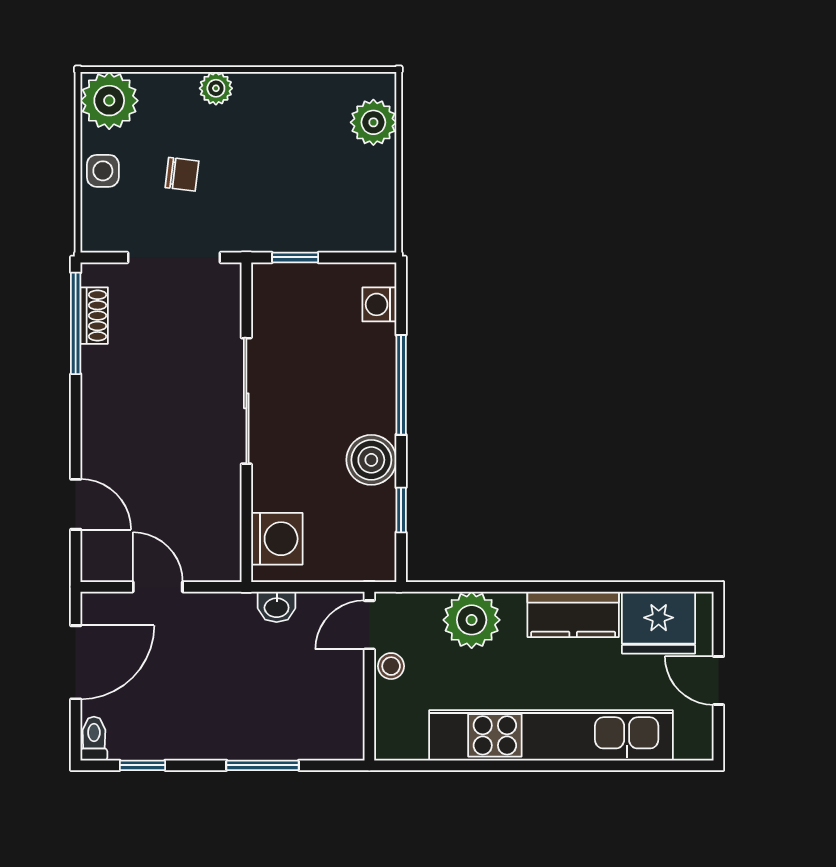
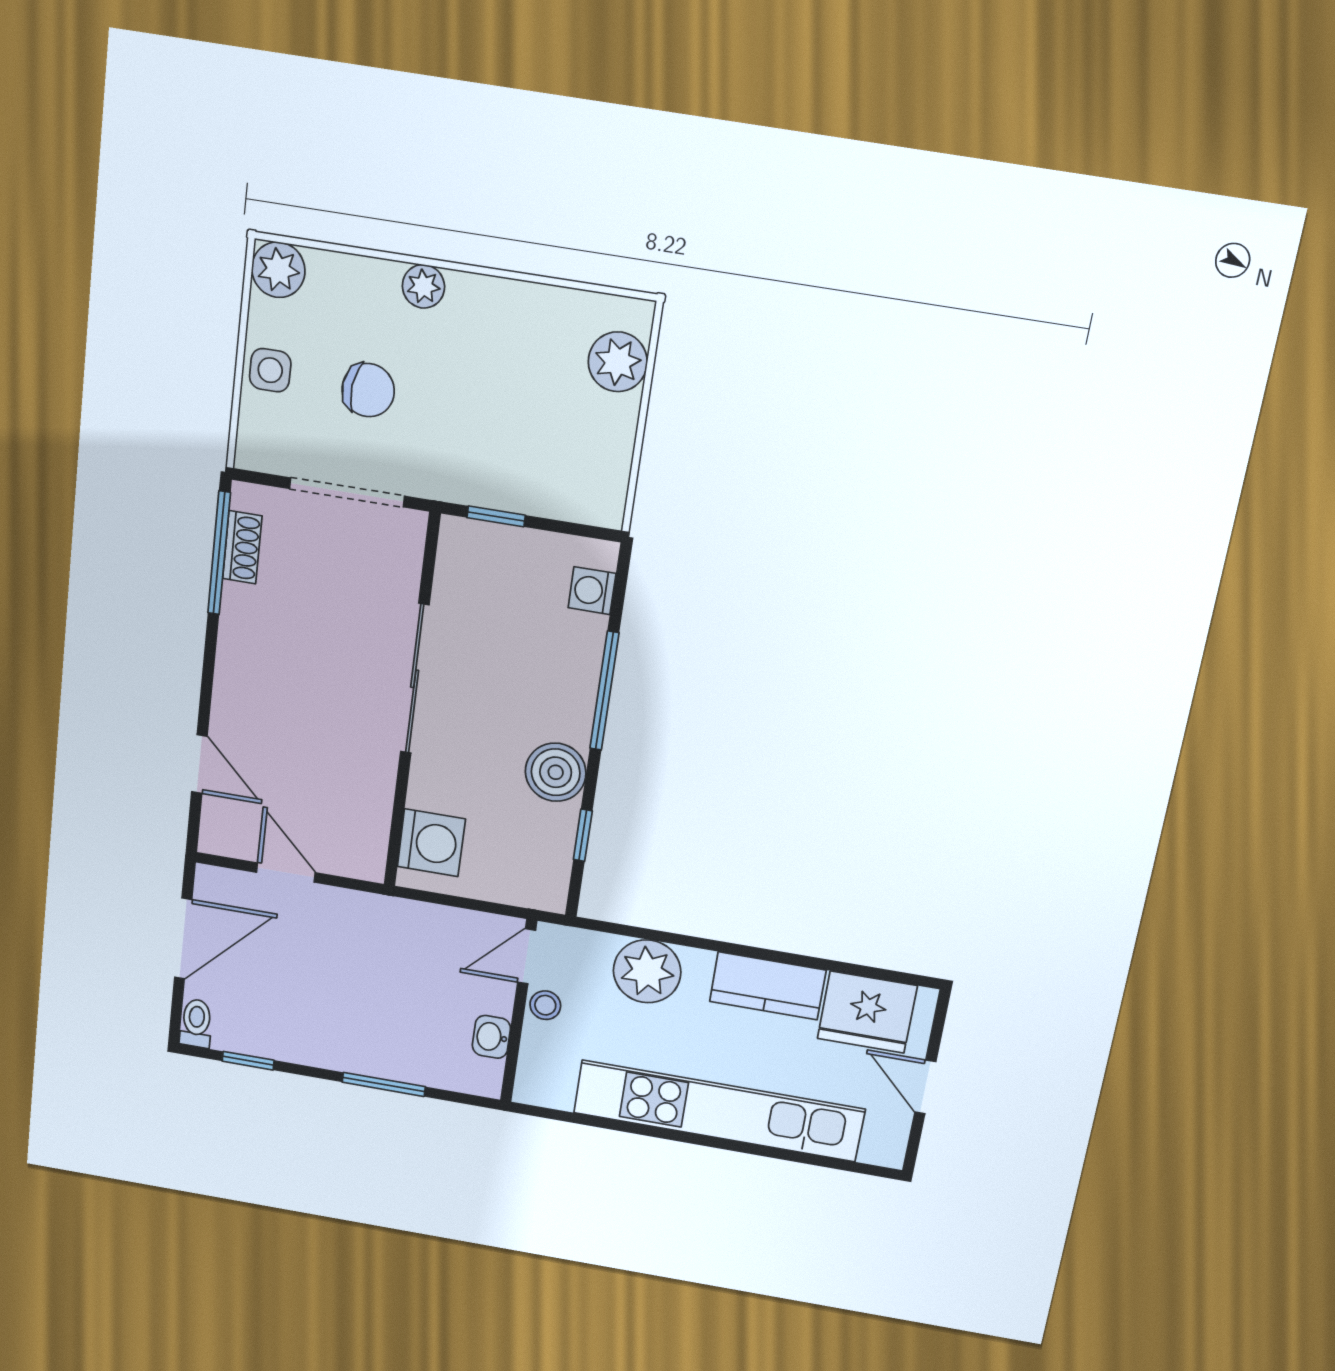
plant: (109, 101) -> (278, 270), width x0.73, depth x0.73
chair: (182, 174) -> (368, 390), width x1.37, depth x1.37
washbasin: (277, 607) -> (491, 1037), moved, turned 90

